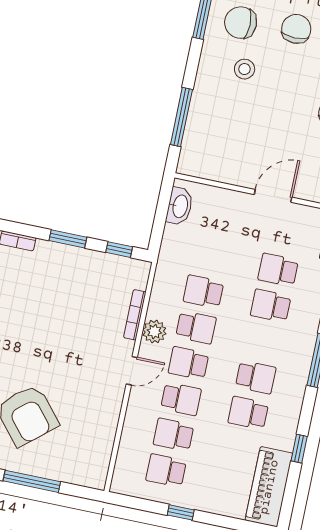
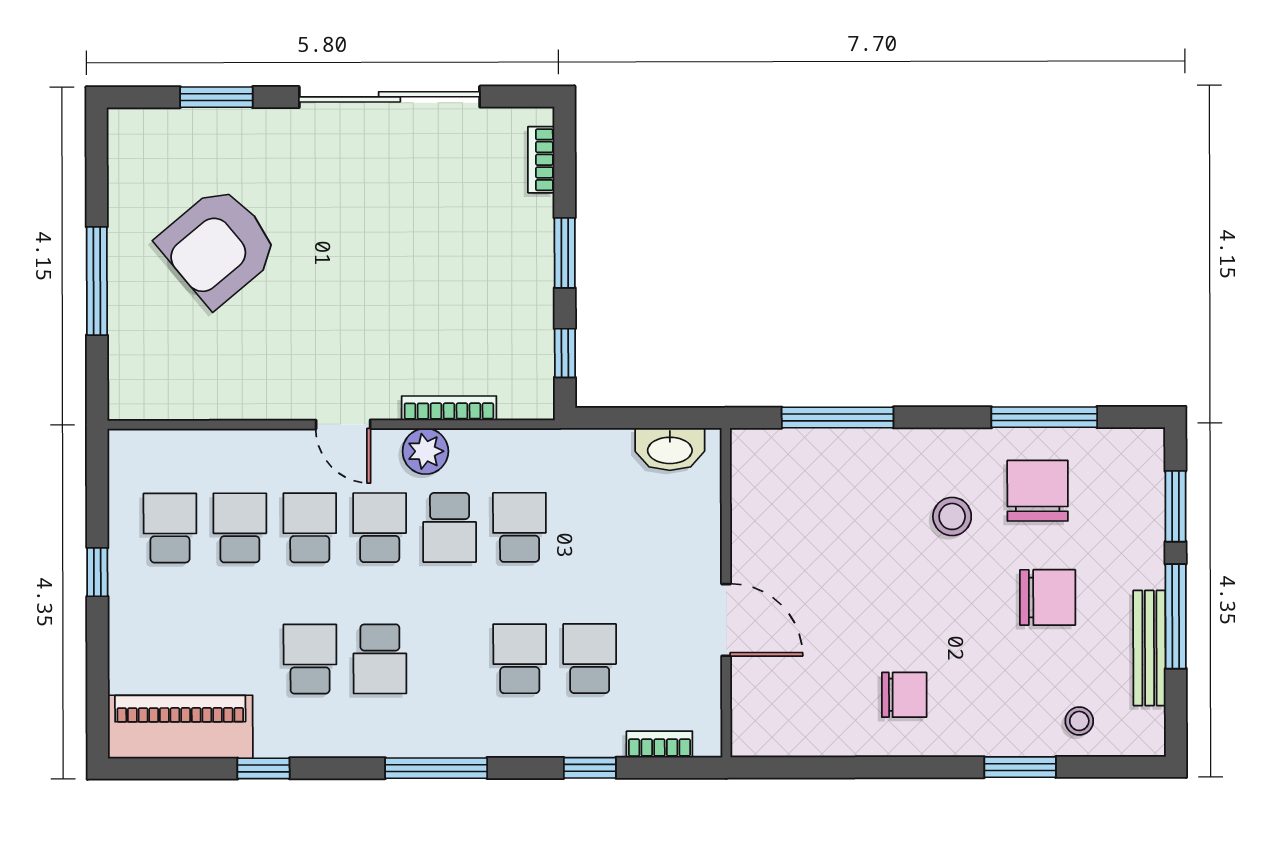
school desk: (181, 399) -> (310, 528), turned 180

